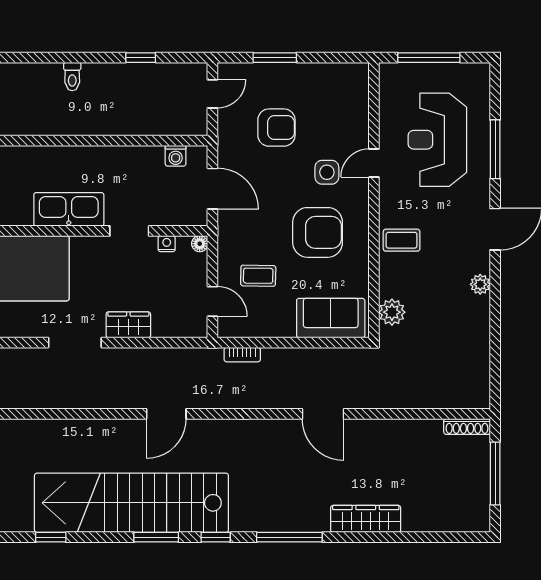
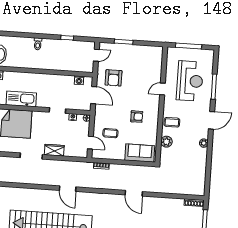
armchair: (276, 128) -> (114, 78), moved, turned 90
reception desk: (437, 140) -> (190, 81), turned 180
side table: (327, 172) -> (142, 91), removed
kitchen sink: (69, 209) -> (21, 99), moved
armchair: (318, 232) -> (137, 117), width x0.53, depth x0.53
plant: (392, 312) -> (166, 142), moved
door: (166, 414) -> (68, 189), hinge flipped

